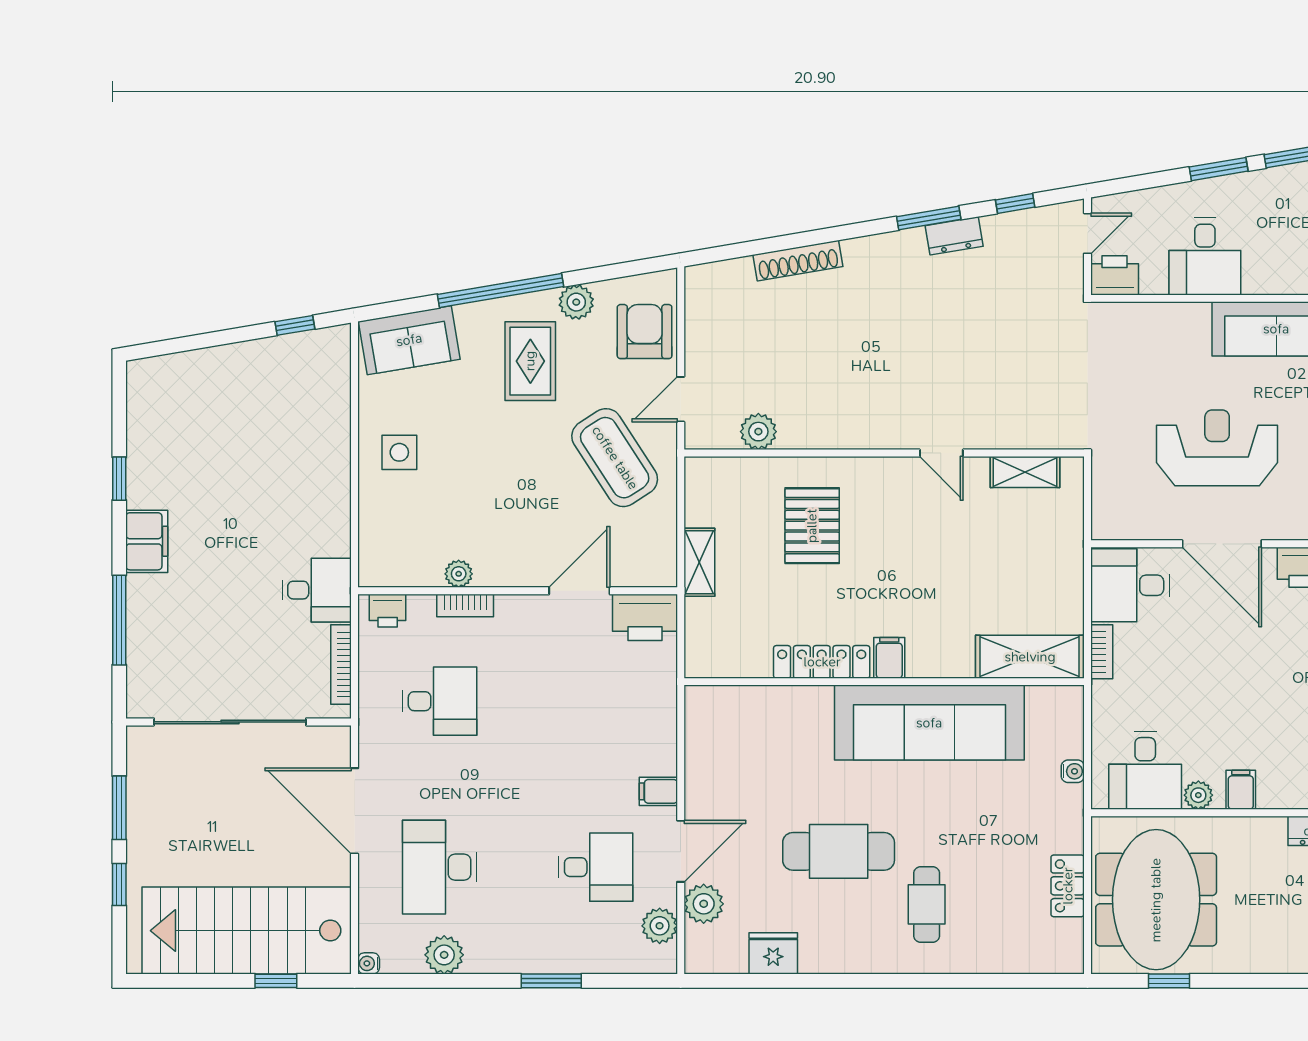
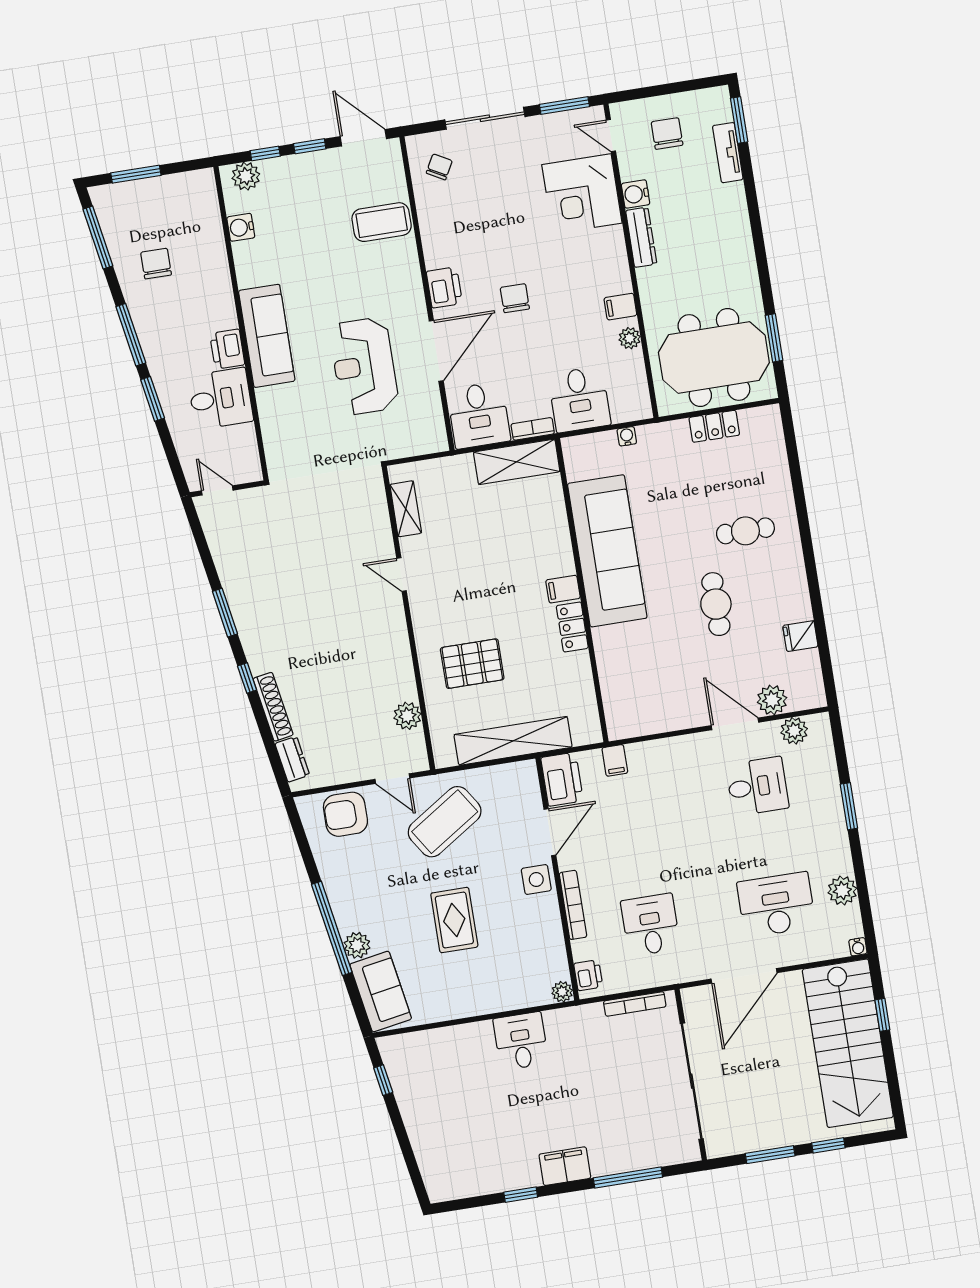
window: (1015, 203) -> (247, 678), moved
dresser: (954, 236) -> (292, 759), moved
printer: (1115, 275) -> (227, 349), moved
plant: (576, 302) -> (357, 945), moved
rug: (530, 361) -> (454, 920), moved, turned 90
side table: (399, 452) -> (536, 879), moved
door: (941, 453) -> (401, 575), swing flipped
shelving: (699, 562) -> (513, 741), width x2.20, depth x1.33
plant: (459, 574) -> (562, 992), moved
desk: (317, 590) -> (521, 1041), moved
door: (579, 591) -> (550, 832), swing flipped
bookcase: (465, 606) -> (573, 905), width x1.56
chair: (1273, 656) -> (515, 298), added
shelving: (1030, 657) -> (517, 462), moved, turned 90
locker: (822, 662) -> (572, 627), width x0.66
desk: (1145, 770) -> (579, 399), moved, turned 90
filing cabinet: (658, 791) -> (615, 760), moved
cafe table: (839, 851) -> (716, 604), width x0.73, depth x0.74
desk: (440, 867) -> (776, 905), turned 180
desk: (596, 867) -> (757, 786), turned 90
fridge: (773, 953) -> (800, 636), width x0.72
window: (1169, 981) -> (774, 338), width x1.50

